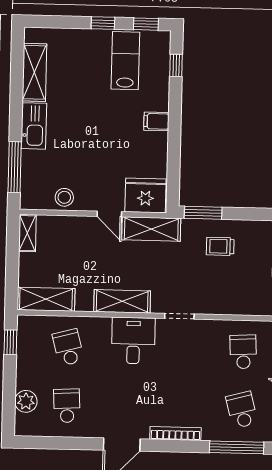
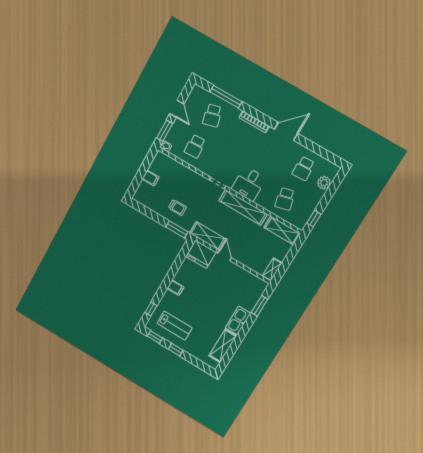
lab bench: (125, 61) -> (175, 326), turned -90
window: (15, 167) -> (259, 306), width x0.69
stool: (64, 197) -> (243, 277), removed
shelving: (122, 301) -> (243, 207), width x1.47

